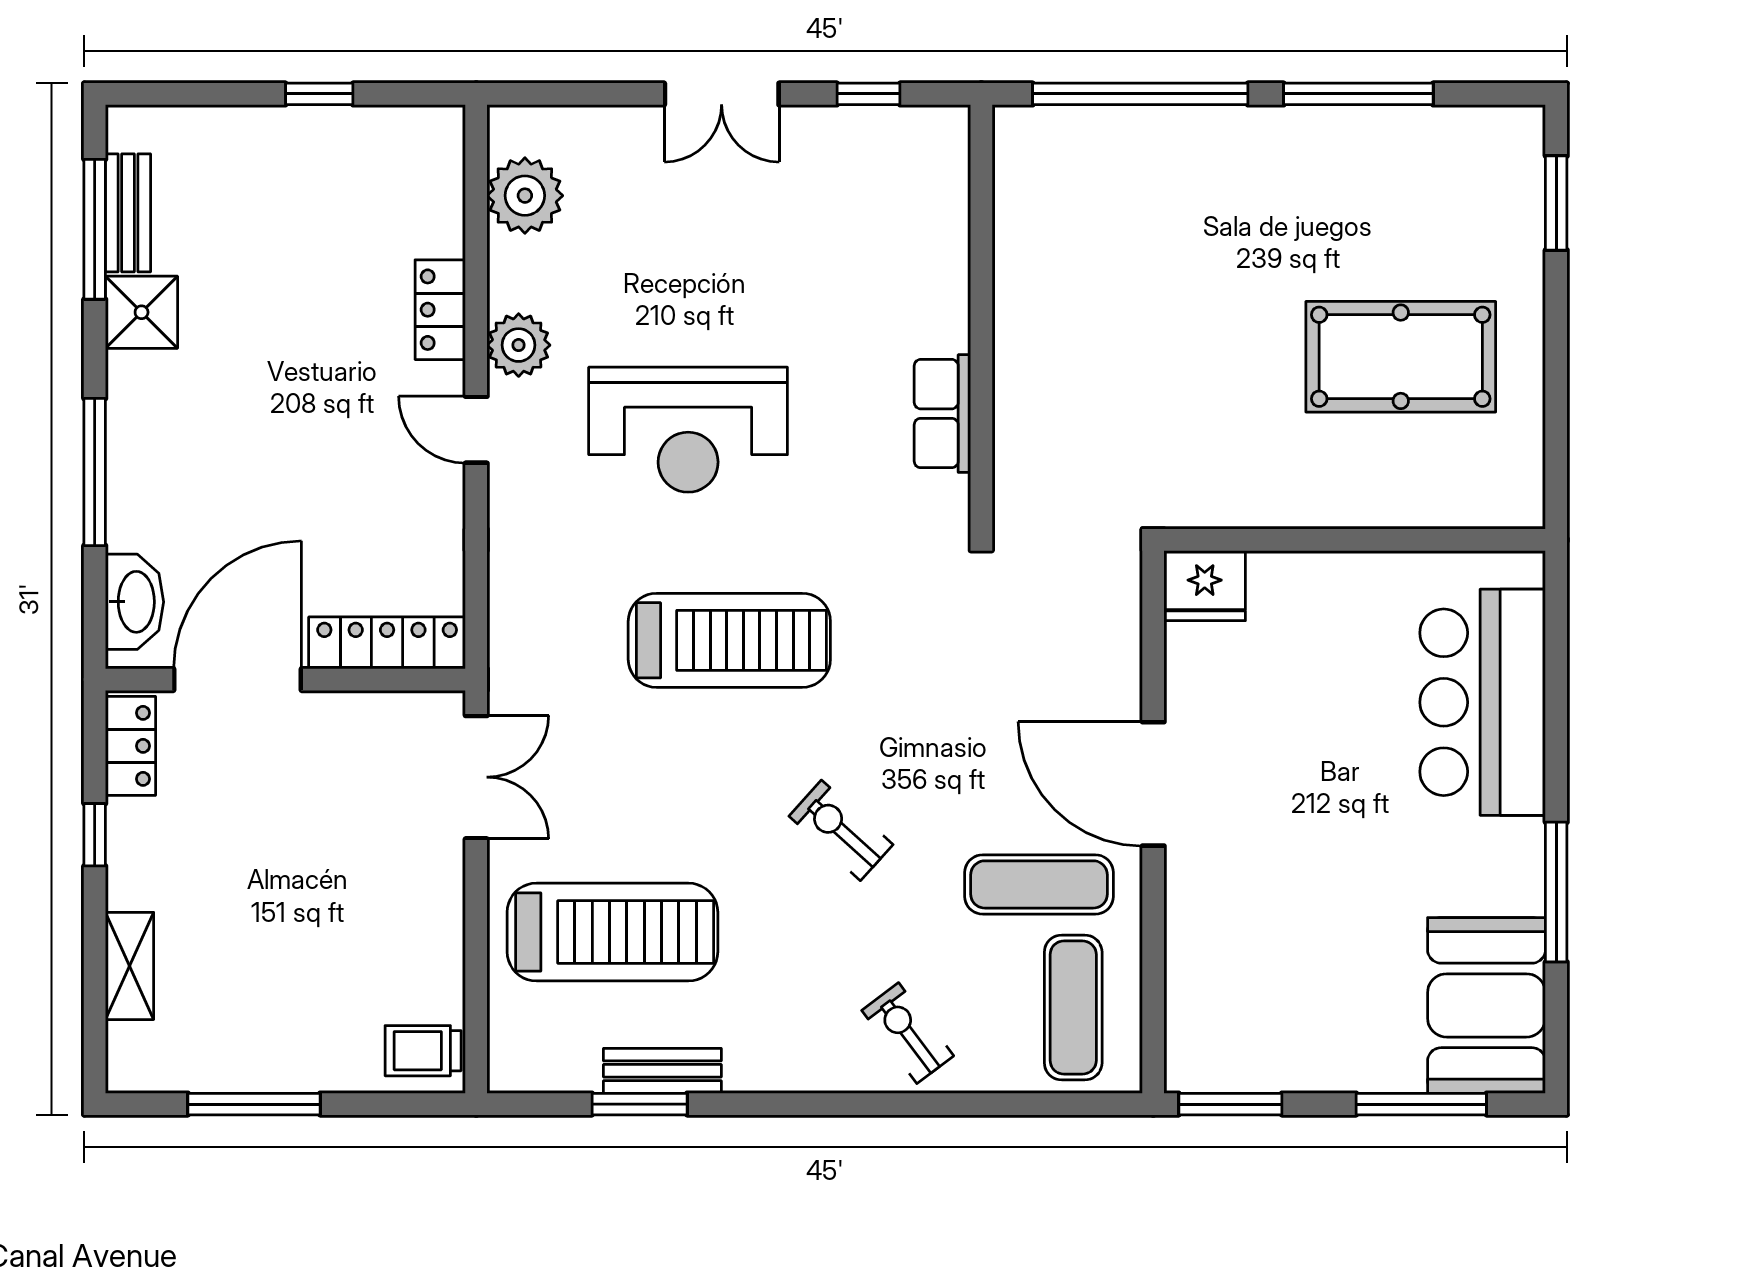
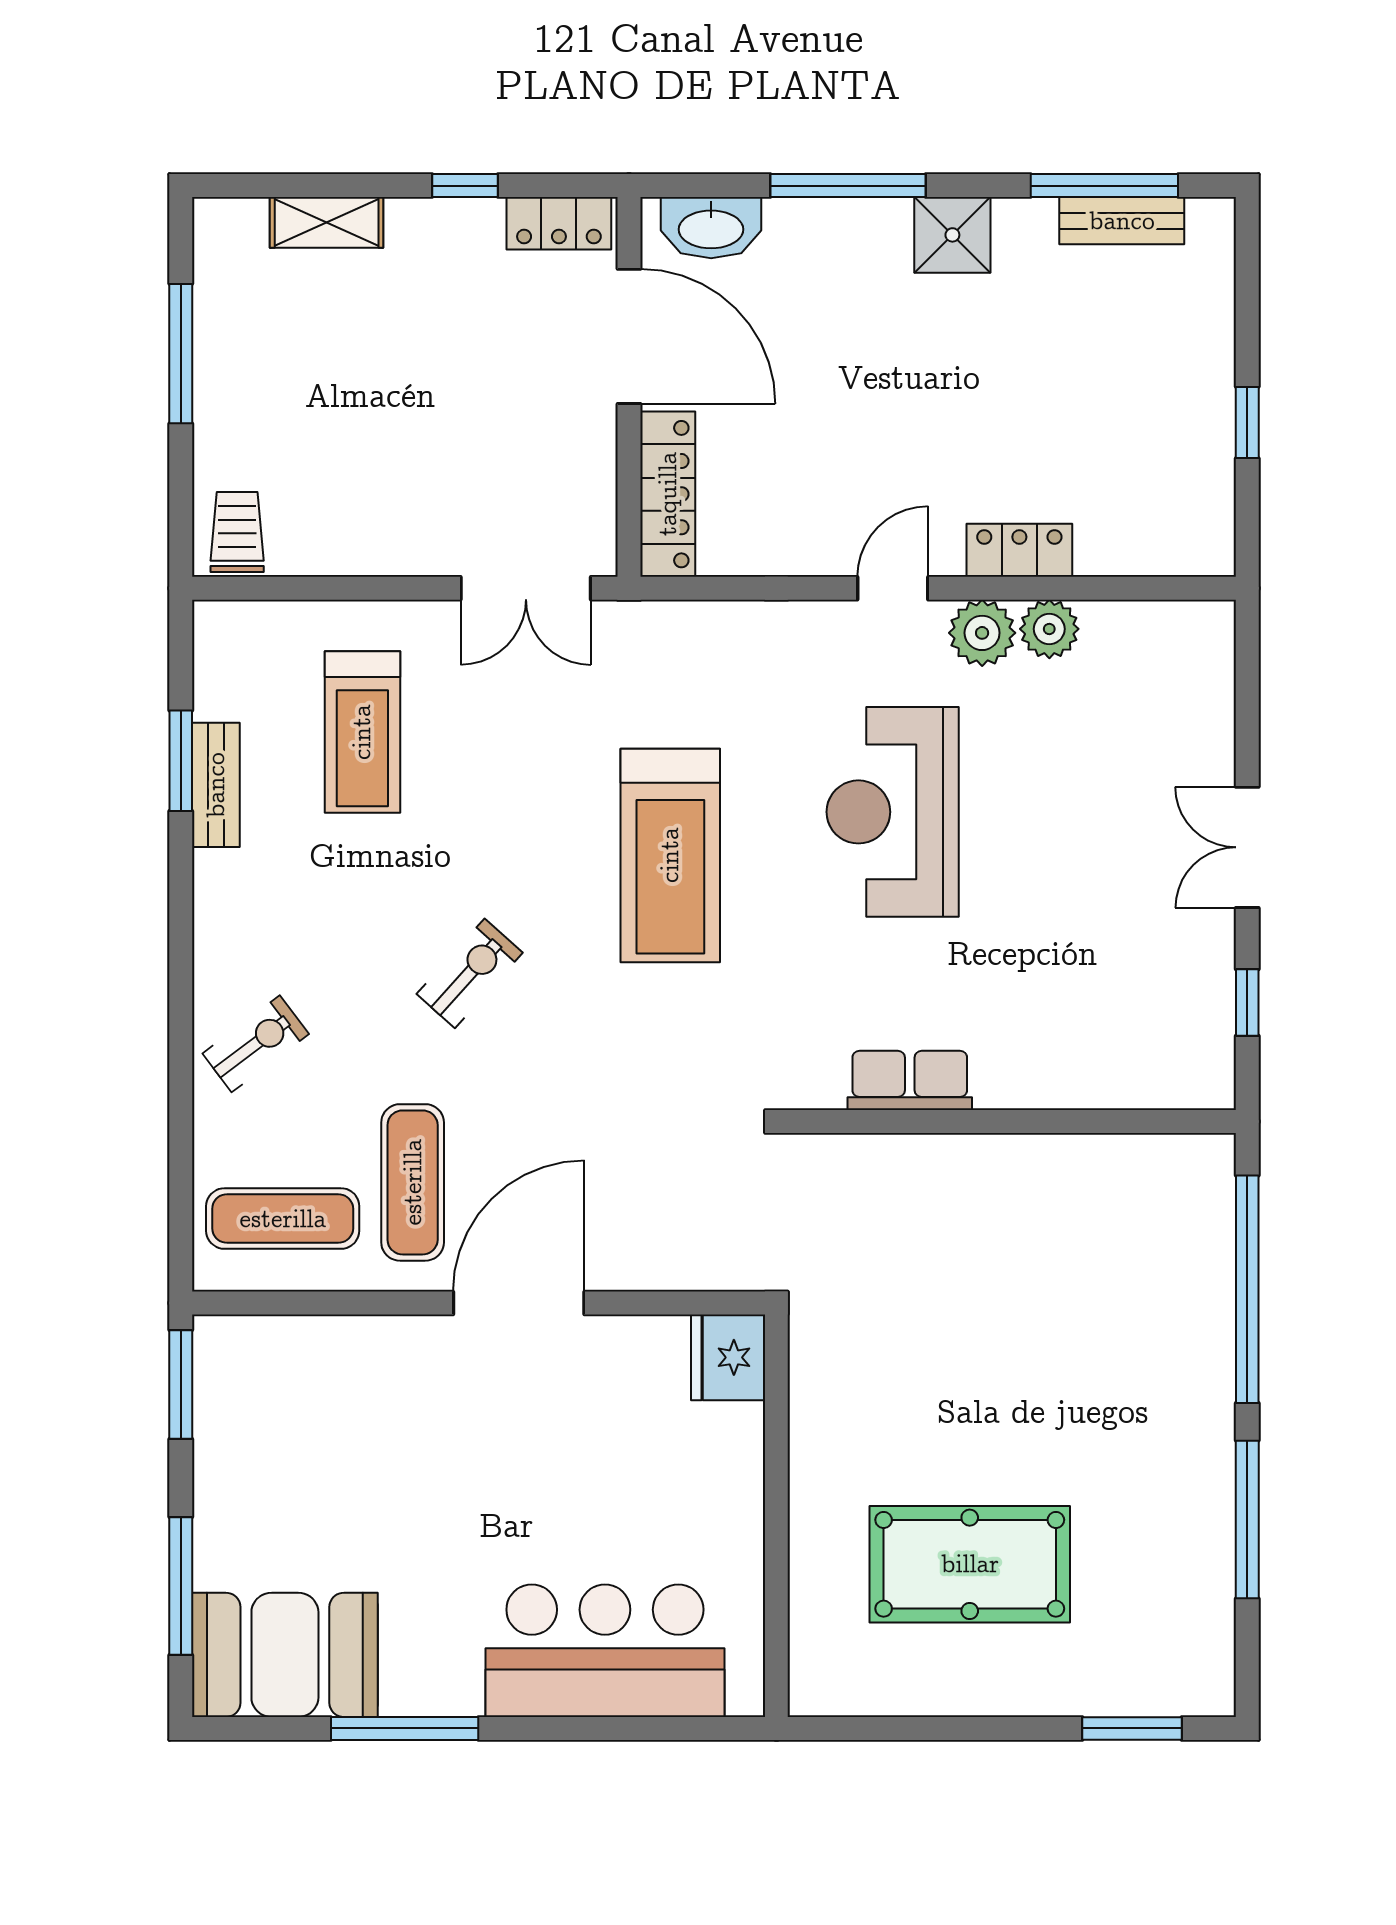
plant: (525, 196) -> (1049, 629), moved, width x0.73, depth x0.73
shower: (142, 312) -> (952, 235), moved
pool table: (1401, 357) -> (970, 1564), turned 90
treadmill: (612, 932) -> (362, 732), width x0.73, depth x0.73

